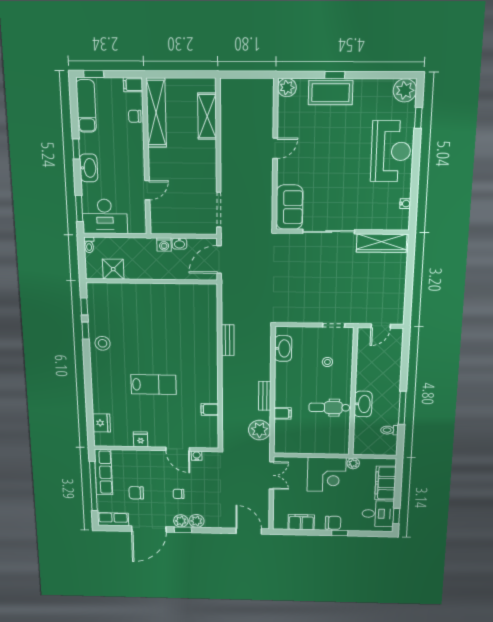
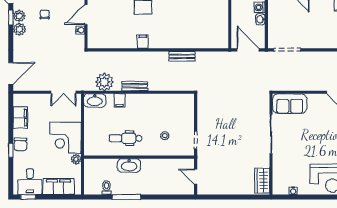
wardrobe: (382, 243) -> (262, 181), width x0.67
washbasin: (283, 348) -> (95, 100), moved
dental chair: (329, 408) -> (125, 138), turned -90
filing cabinet: (210, 409) -> (143, 41), moved

